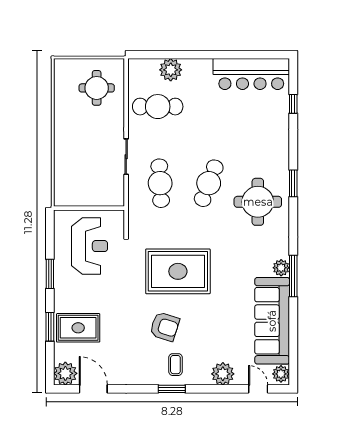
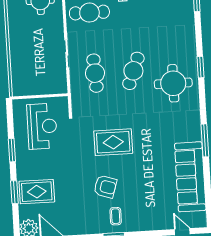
plant: (281, 268) -> (195, 134), removed
rug: (178, 271) -> (113, 142), width x0.73, depth x0.69
plant: (223, 374) -> (154, 221), removed
plant: (281, 374) -> (200, 219), removed

